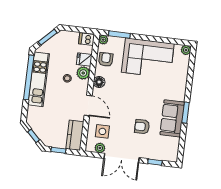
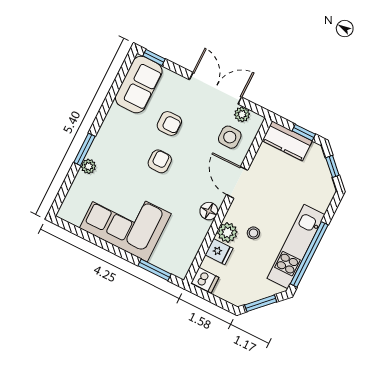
plant: (103, 40) -> (181, 271), removed
plant: (186, 50) -> (88, 166), moved
armchair: (106, 59) -> (160, 161), moved, turned 180
window: (186, 113) -> (84, 149), moved
sofa: (172, 118) -> (139, 85), moved
kitchen counter: (75, 135) -> (287, 141), moved, turned 90
window: (155, 162) -> (154, 57), moved

